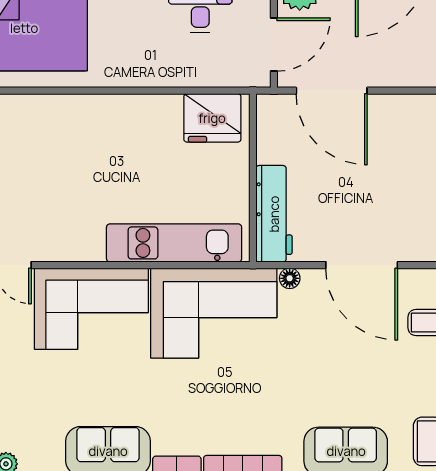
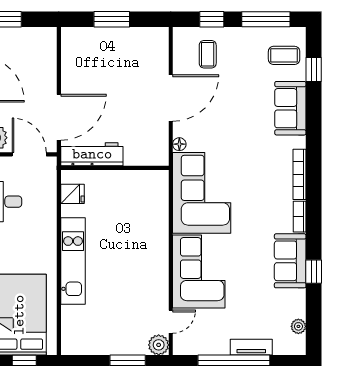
fridge: (212, 118) -> (72, 194), width x0.53, depth x0.75
workbench: (274, 214) -> (92, 154), moved
kitchen unit: (174, 243) -> (73, 261), moved, turned 180

